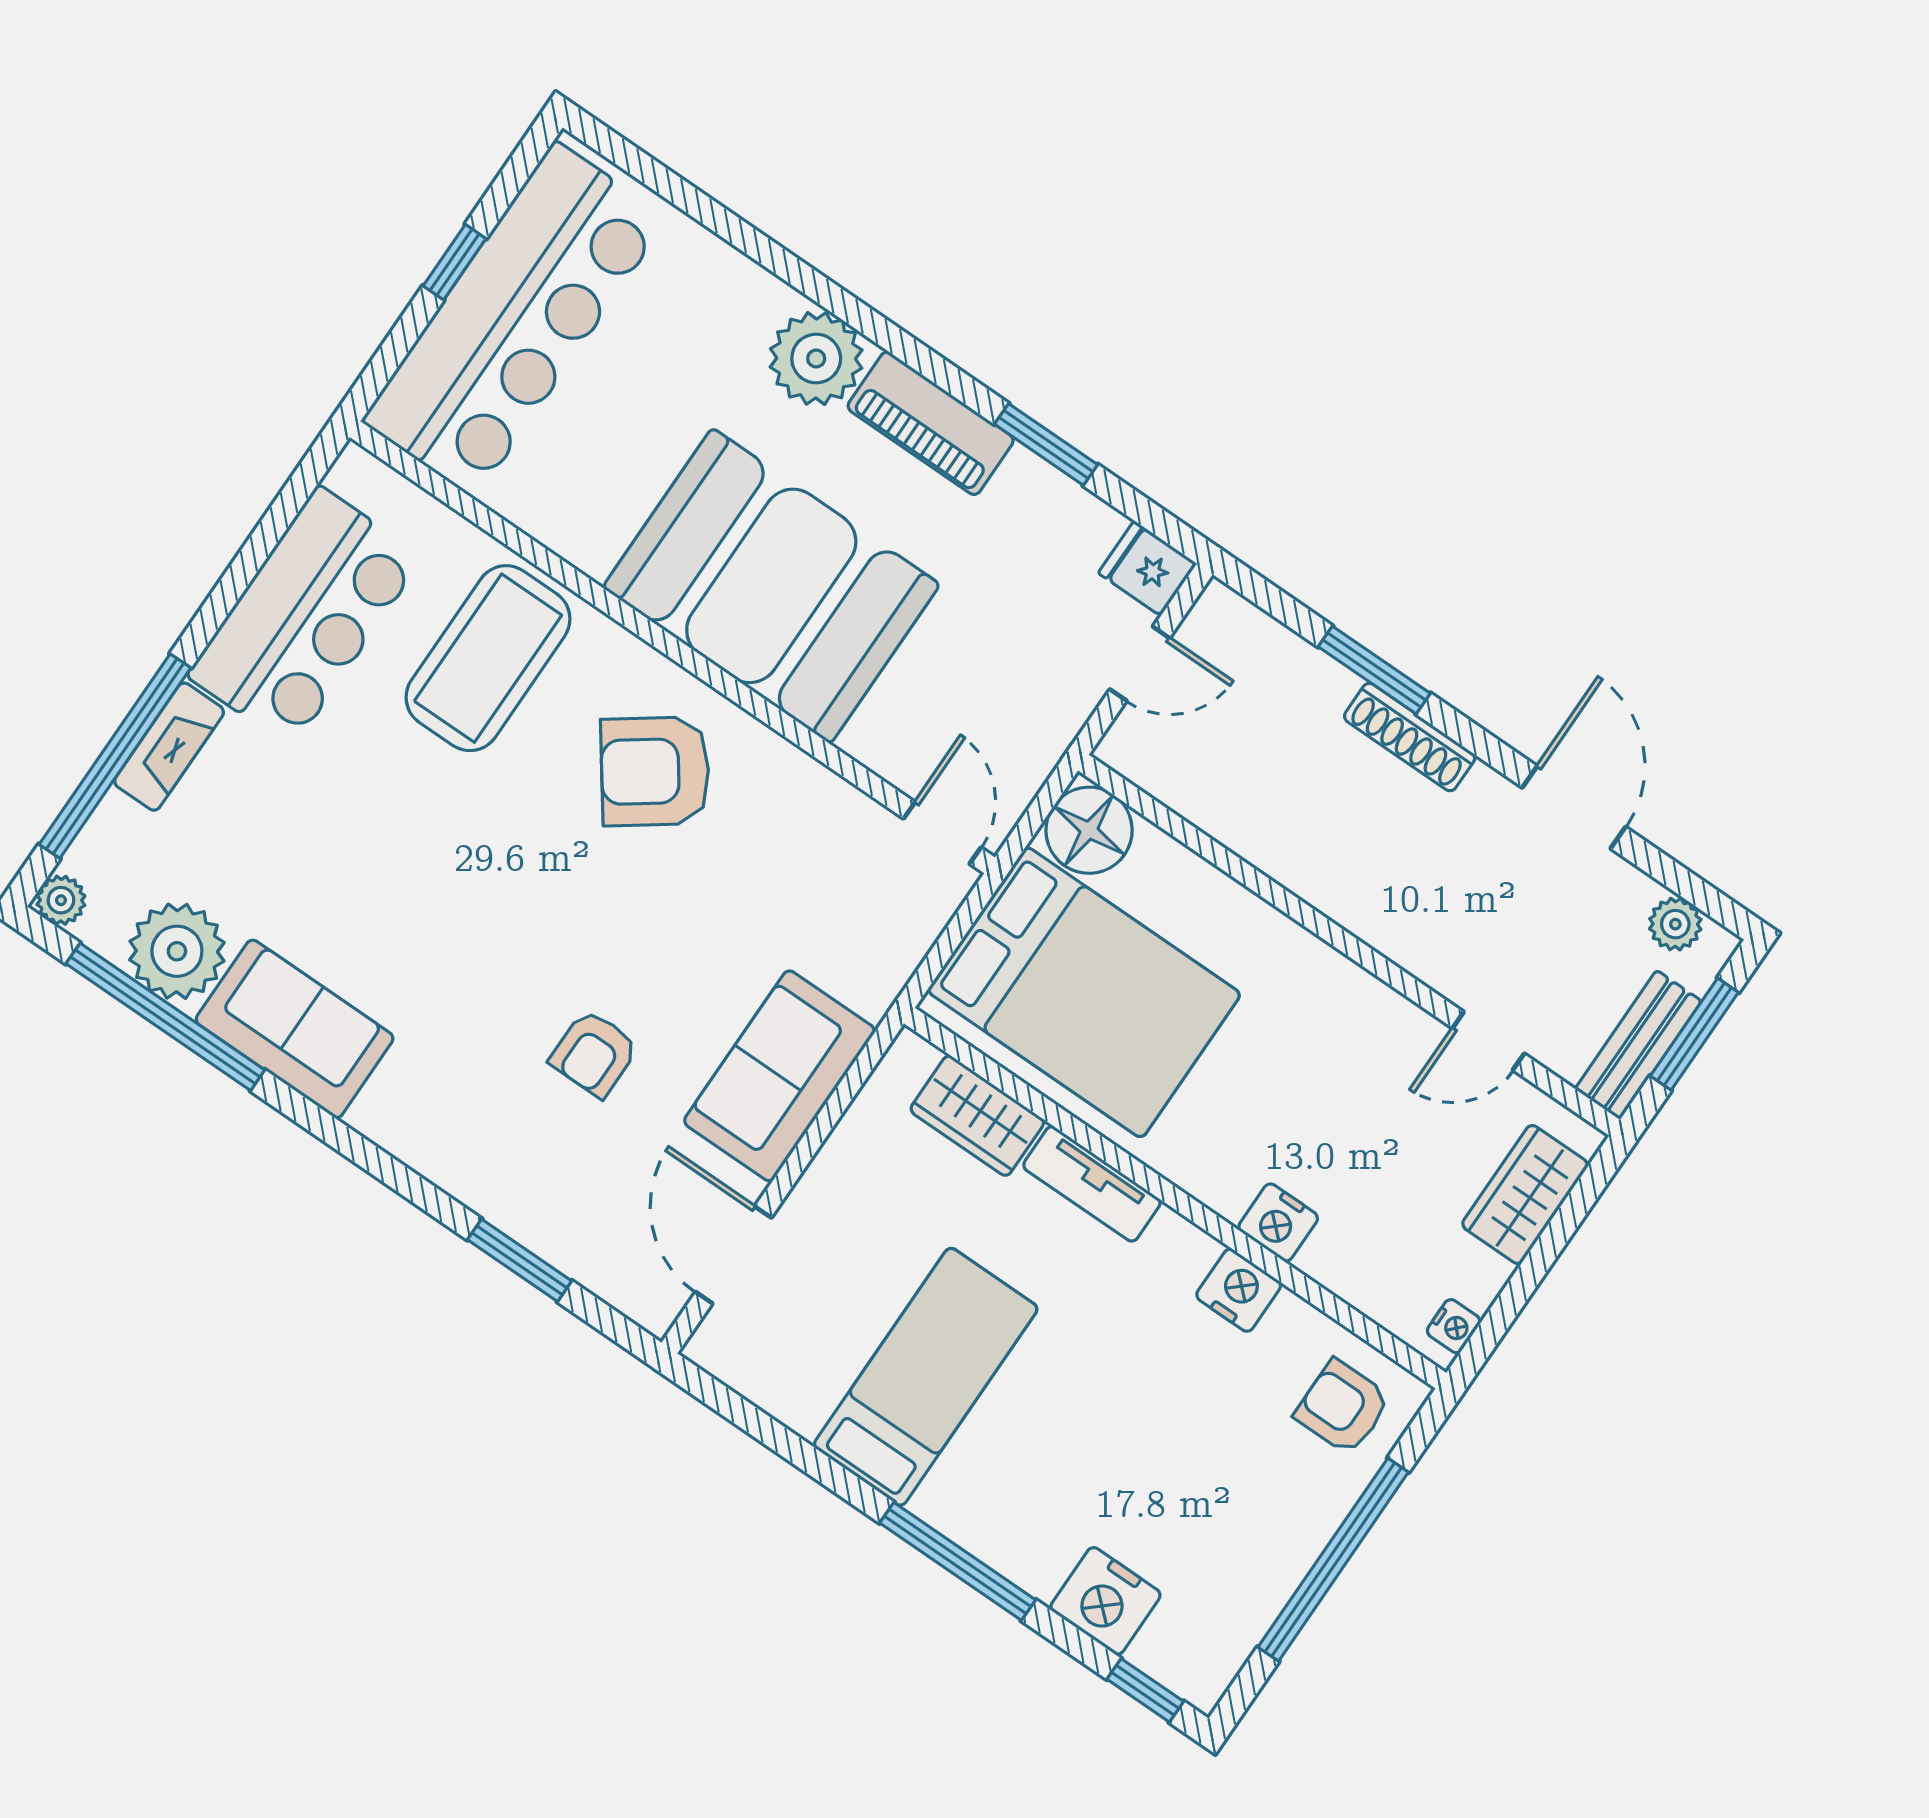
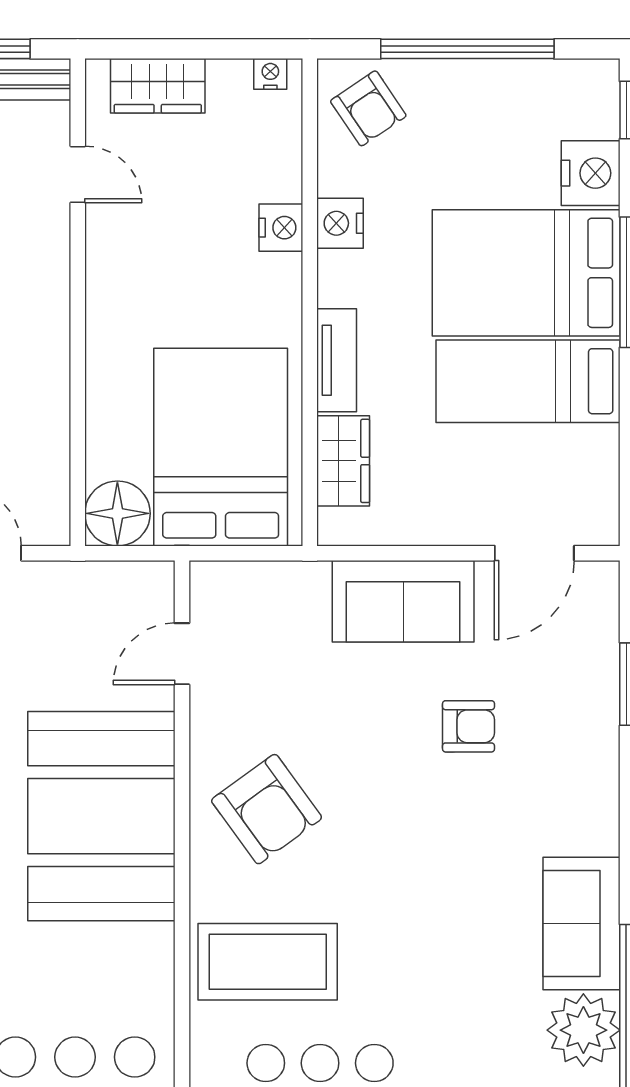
door: (942, 833) -> (182, 654), moved
armchair: (1343, 1407) -> (368, 108), turned -34
bed: (1045, 1456) -> (526, 273), added

